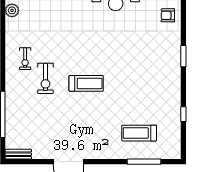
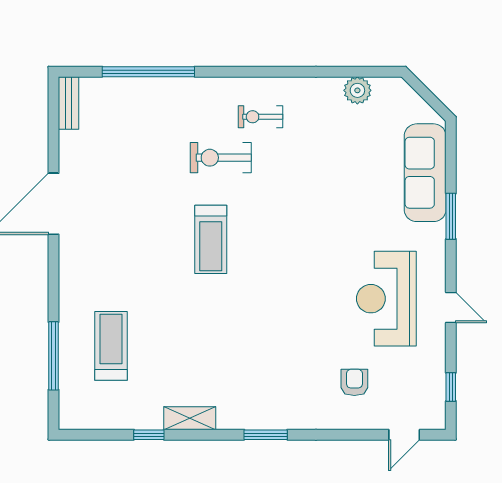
armchair: (168, 15) -> (354, 382), moved
shelving: (175, 94) -> (190, 418), added

